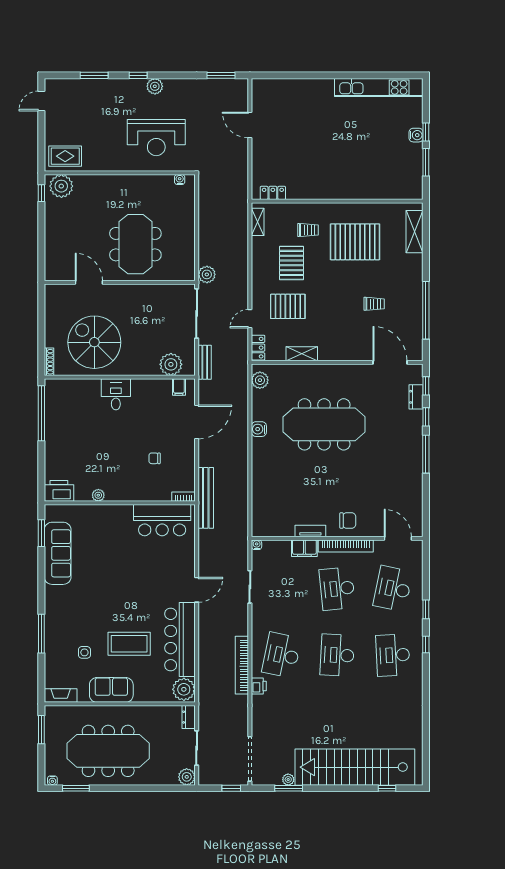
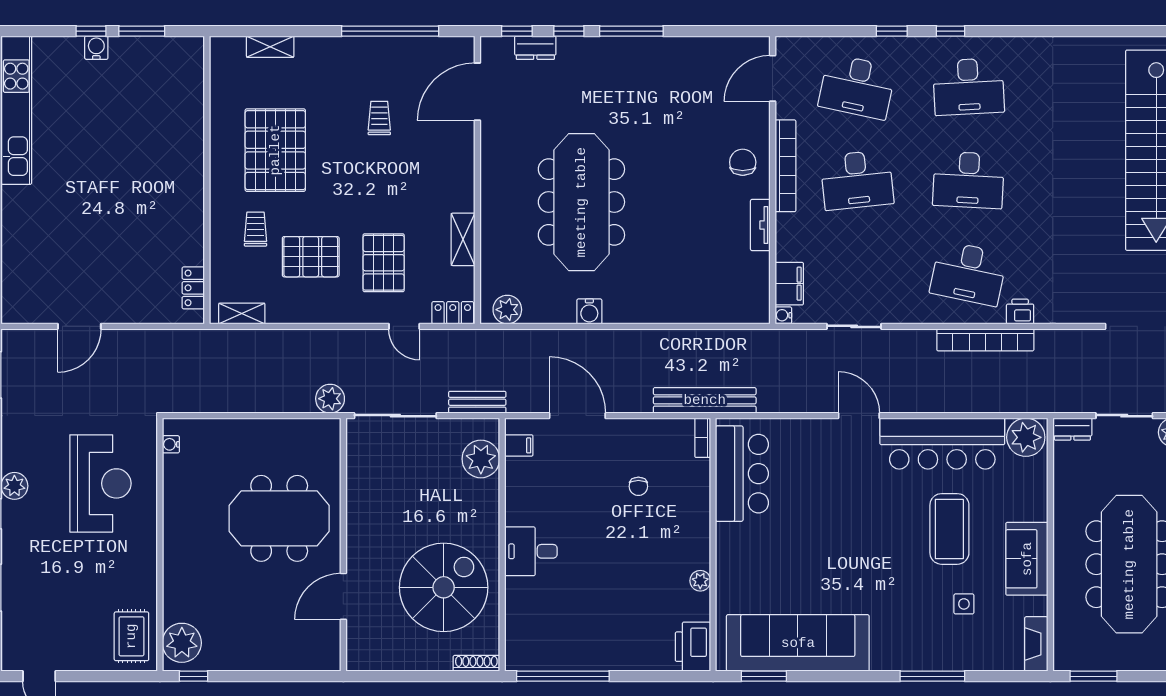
shelving: (415, 232) -> (270, 47), width x0.67, depth x0.75
spiral stairs: (94, 342) -> (444, 587), turned 180
filing cabinet: (304, 548) -> (789, 284), moved
sofa: (58, 553) -> (798, 643), width x1.36, depth x1.27

